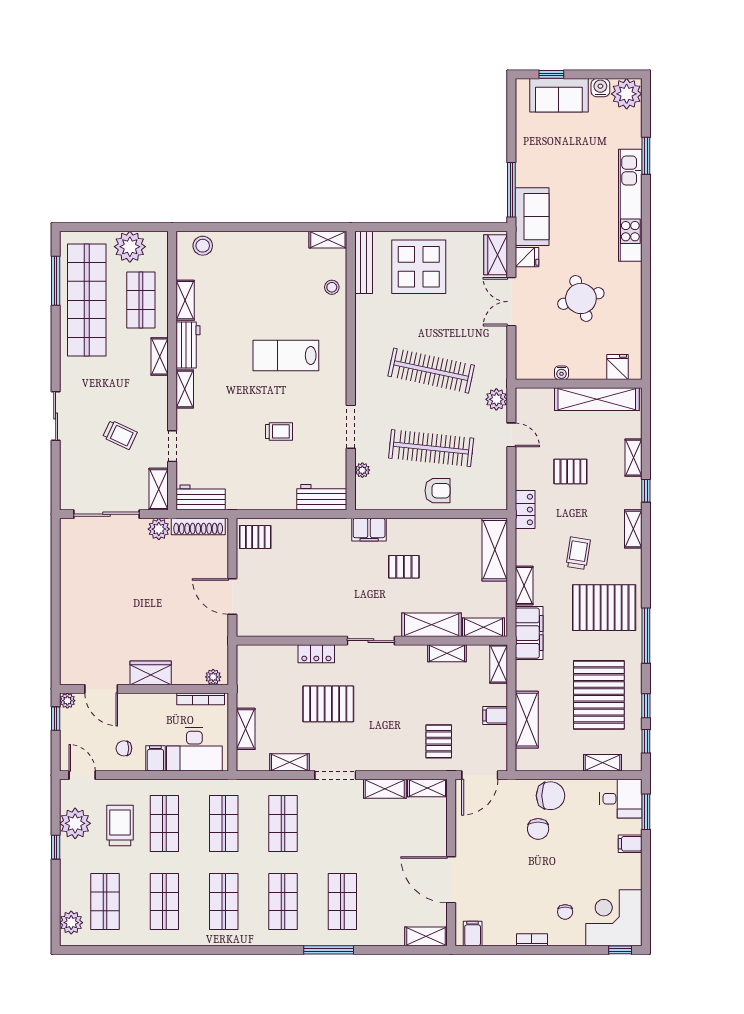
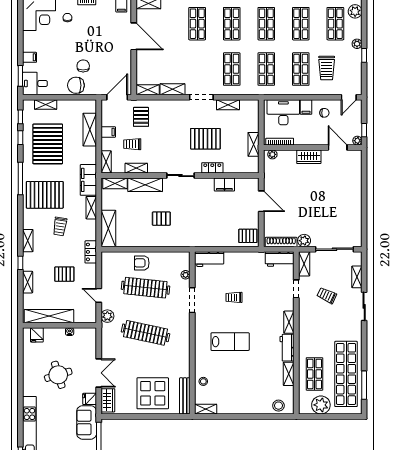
shelving: (160, 356) -> (357, 277), moved
filing cabinet: (369, 530) -> (224, 185), moved, turned 180
trolley: (454, 695) -> (132, 144), added
shelving: (246, 729) -> (253, 144), moved
door: (82, 775) -> (349, 97), hinge flipped
plant: (75, 823) -> (357, 44), moved, width x0.53, depth x0.53

